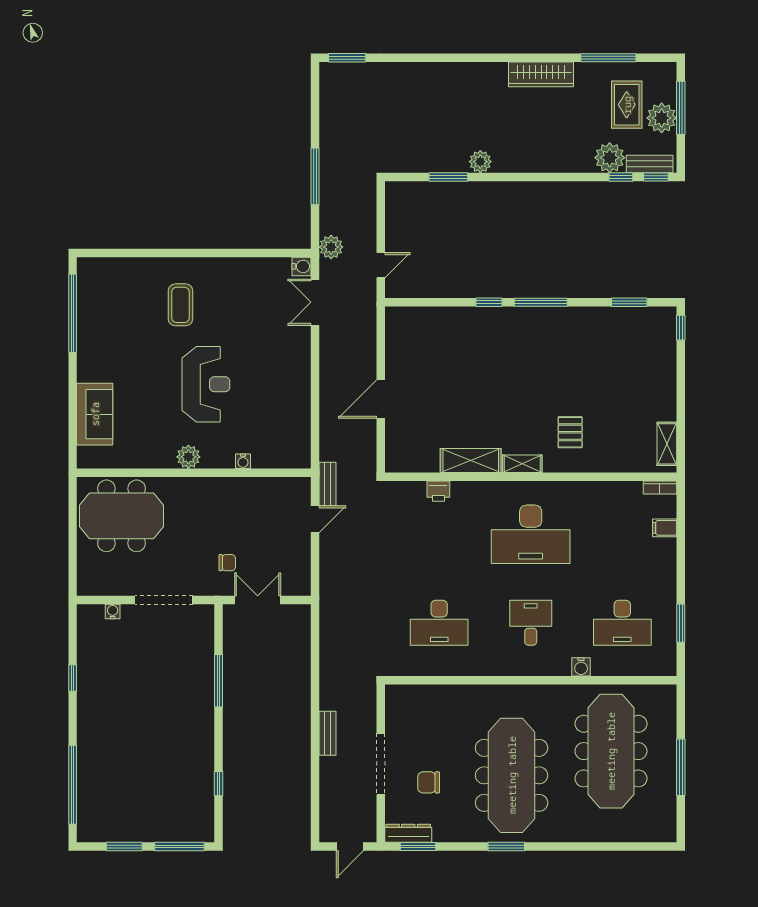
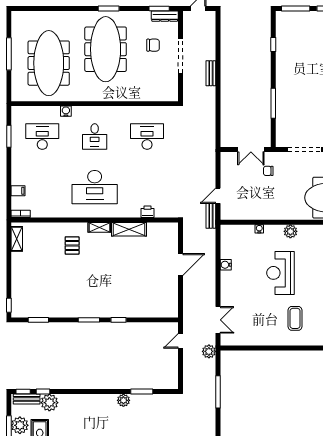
water cooler: (302, 266) -> (226, 265), moved
window: (541, 302) -> (89, 320), width x0.69
desk: (531, 534) -> (95, 187), turned 180

